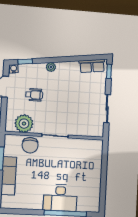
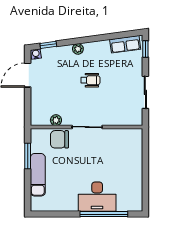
wheelchair: (34, 95) -> (90, 80), moved
plant: (24, 124) -> (56, 120), width x0.53, depth x0.53
chair: (30, 145) -> (60, 139), turned 90

